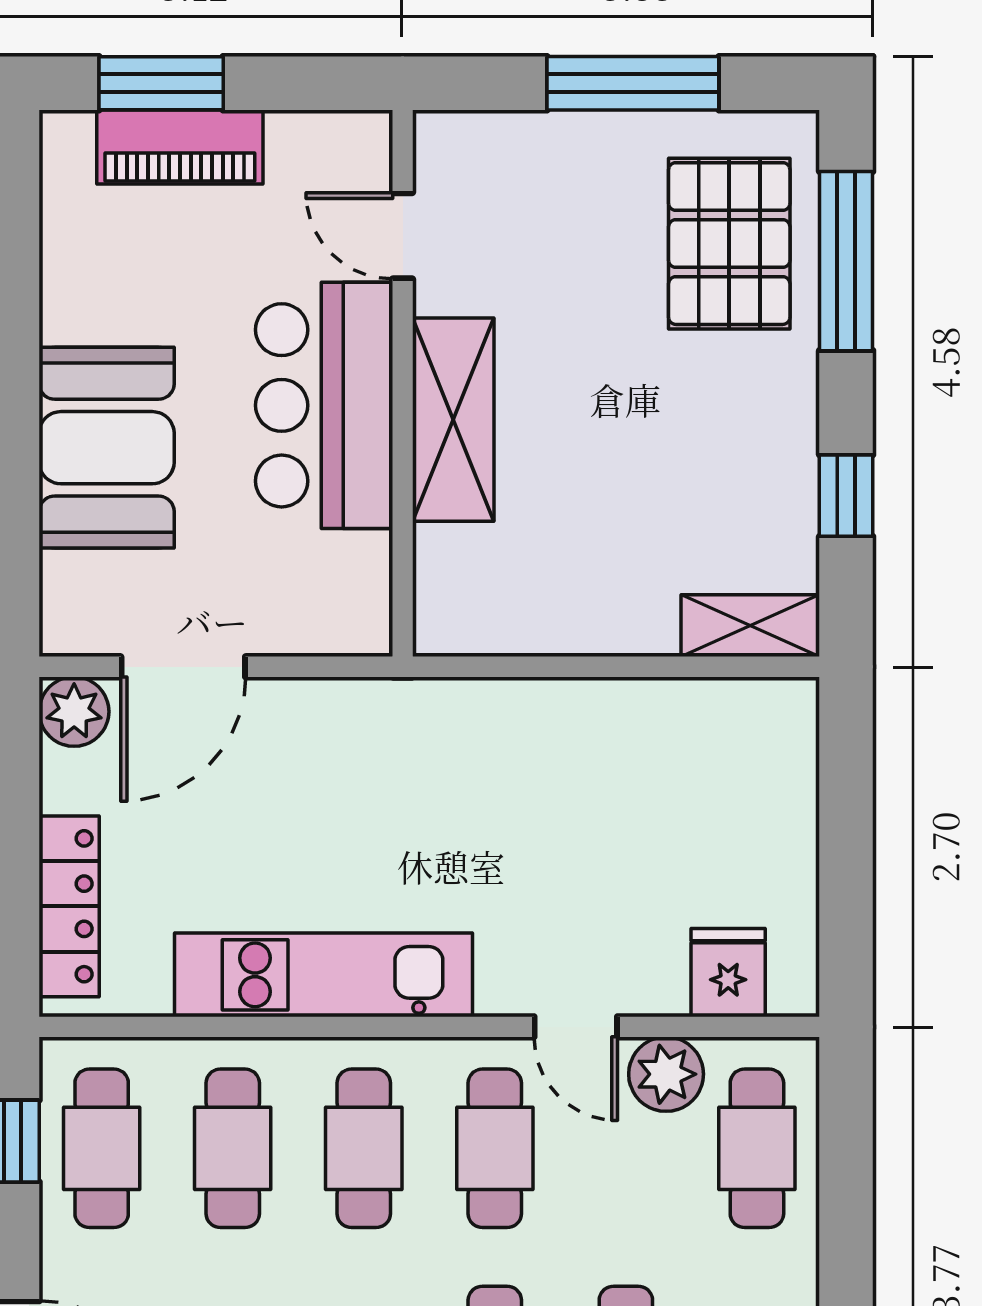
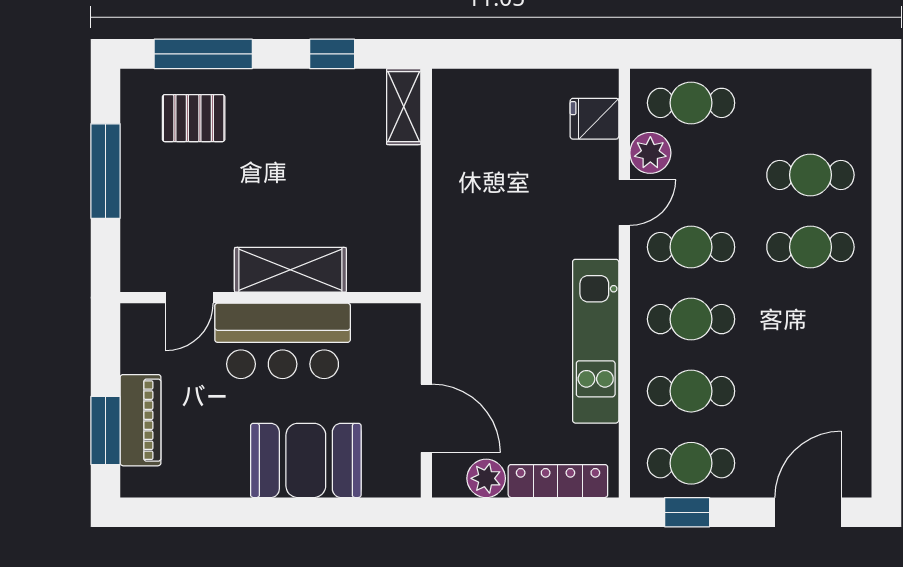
pallet: (729, 244) -> (194, 118), width x0.67, depth x0.71
plant: (74, 712) -> (486, 478), moved

